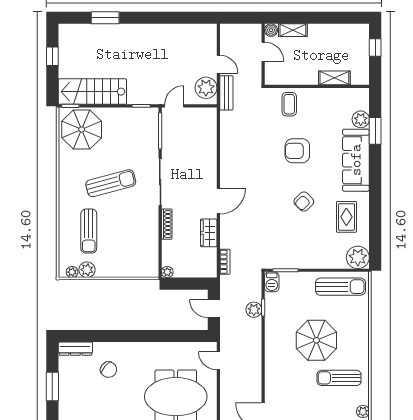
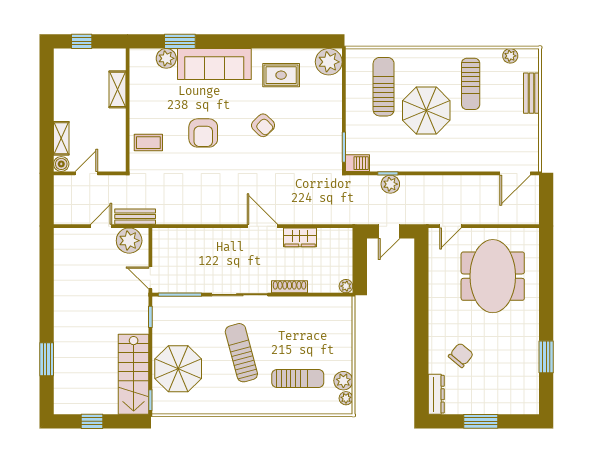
parasol: (82, 129) -> (178, 369), moved
bookcase: (225, 262) -> (334, 218), removed
sun lounger: (340, 287) -> (384, 87), moved

